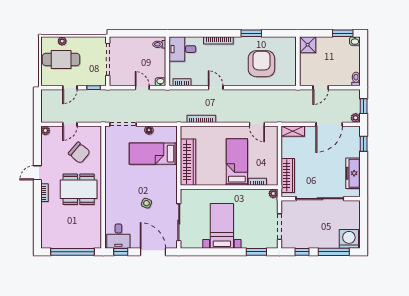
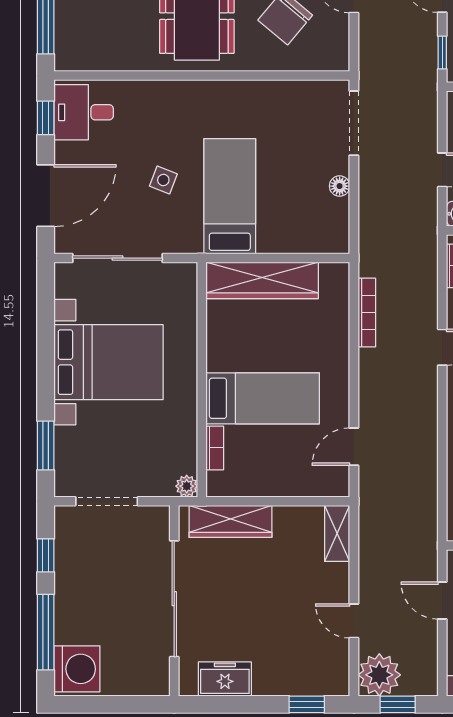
plant: (356, 118) -> (379, 675), width x1.88, depth x1.88
door: (329, 124) -> (354, 621), width x0.53
bed: (153, 154) -> (230, 196), moved
freezer: (353, 173) -> (225, 679), width x0.71
bed with nightstands: (222, 226) -> (108, 362), width x1.36

